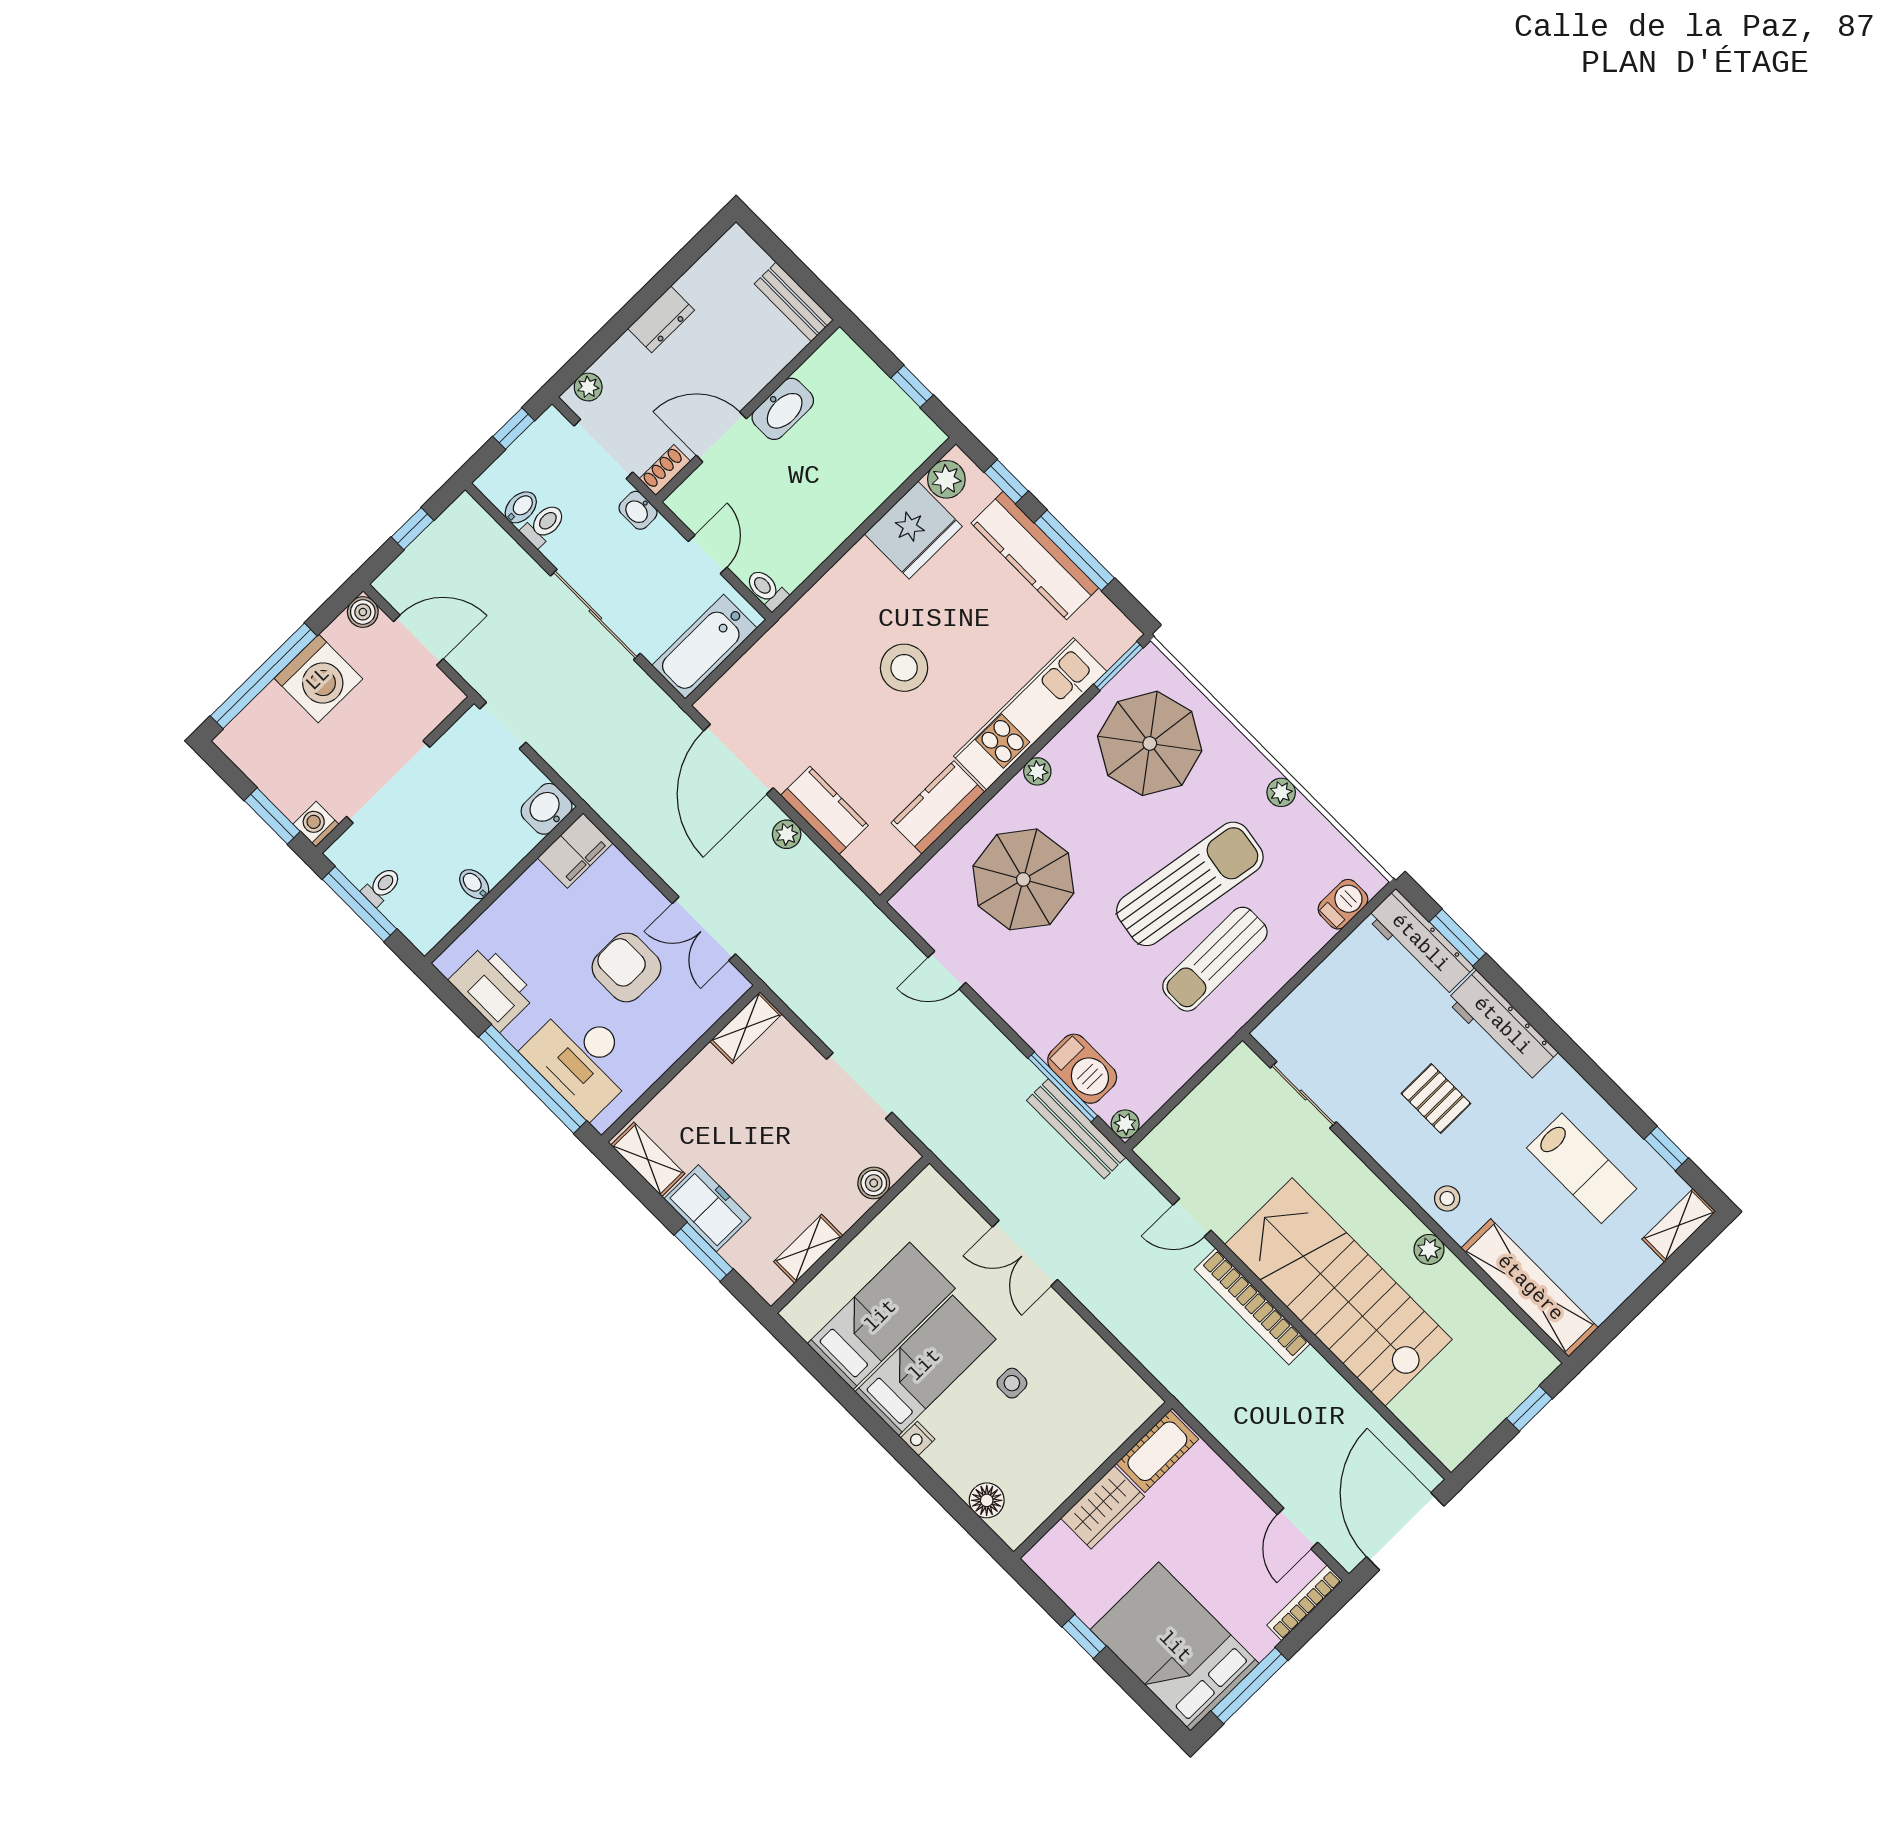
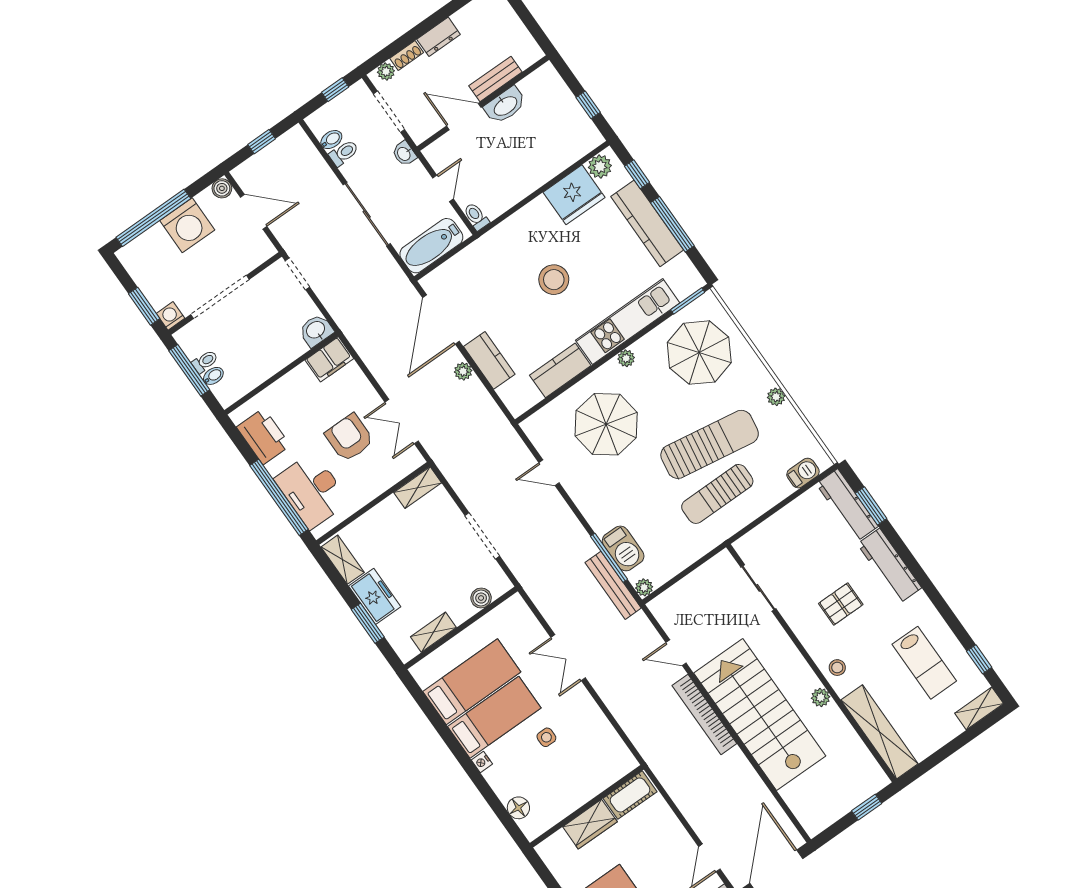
bench: (794, 302) -> (495, 79), moved, turned 90
shoe rack: (665, 470) -> (407, 55), moved, turned 180
bidet: (474, 884) -> (213, 376), moved, turned 90
pallet: (1436, 1098) -> (841, 604), turned 90

